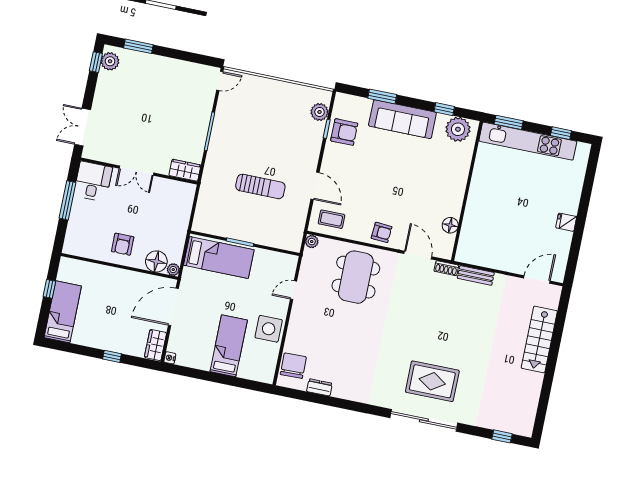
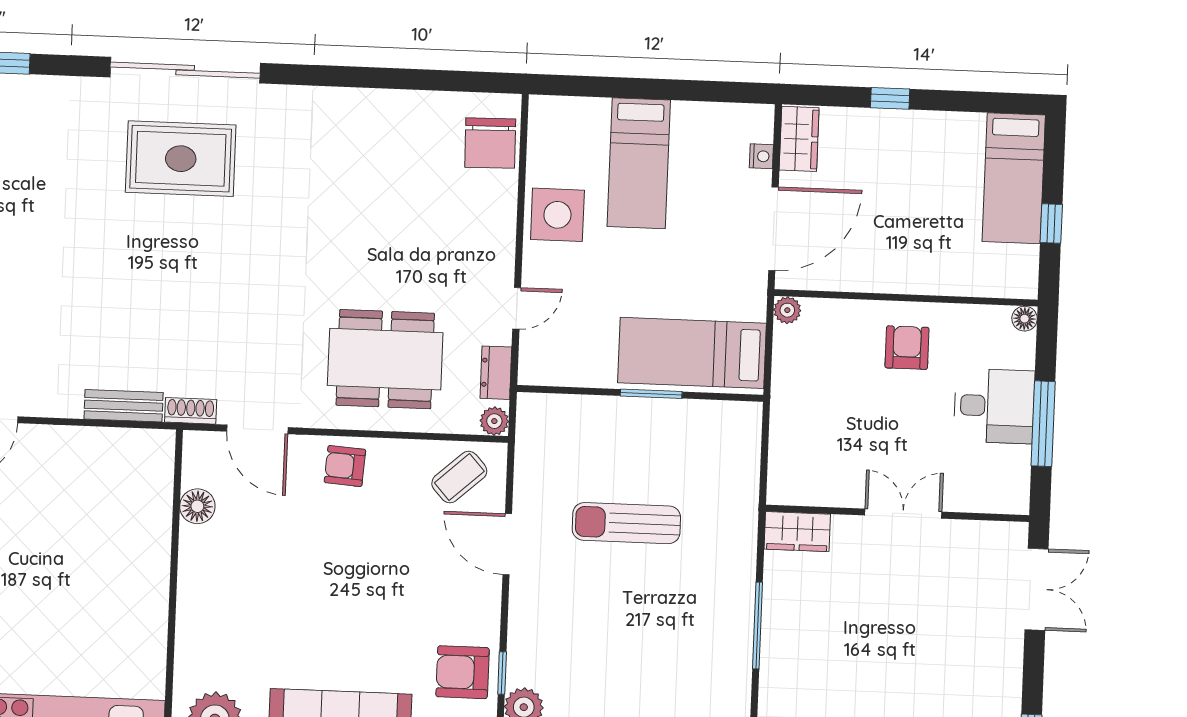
desk: (93, 181) -> (994, 406), moved, turned -90
coffee table: (331, 219) -> (459, 477), turned -42
floor lamp: (156, 261) -> (1025, 319), moved, width x0.53, depth x0.53
dining table: (356, 277) -> (385, 359), turned 90
nightstand: (170, 358) -> (761, 156), moved
dresser: (319, 387) -> (496, 373), moved, turned 90

